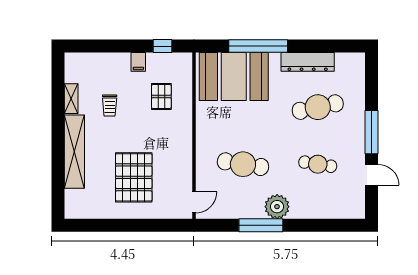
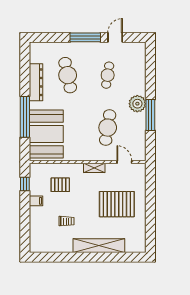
shelving: (71, 99) -> (94, 168), moved
door: (194, 202) -> (124, 162), moved

